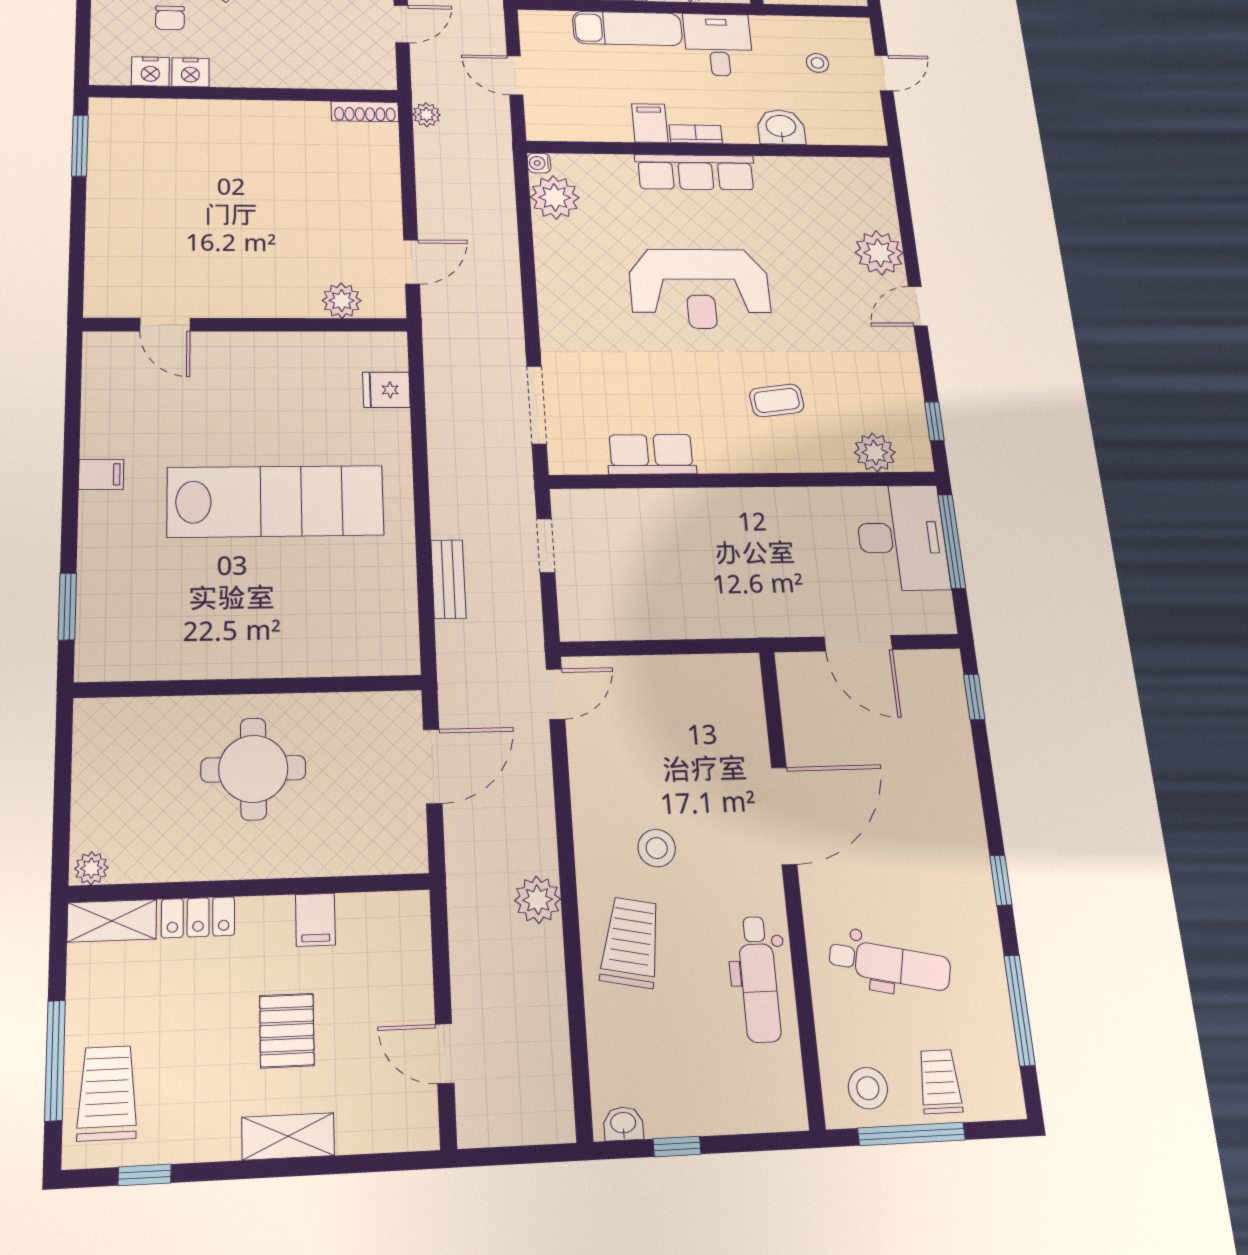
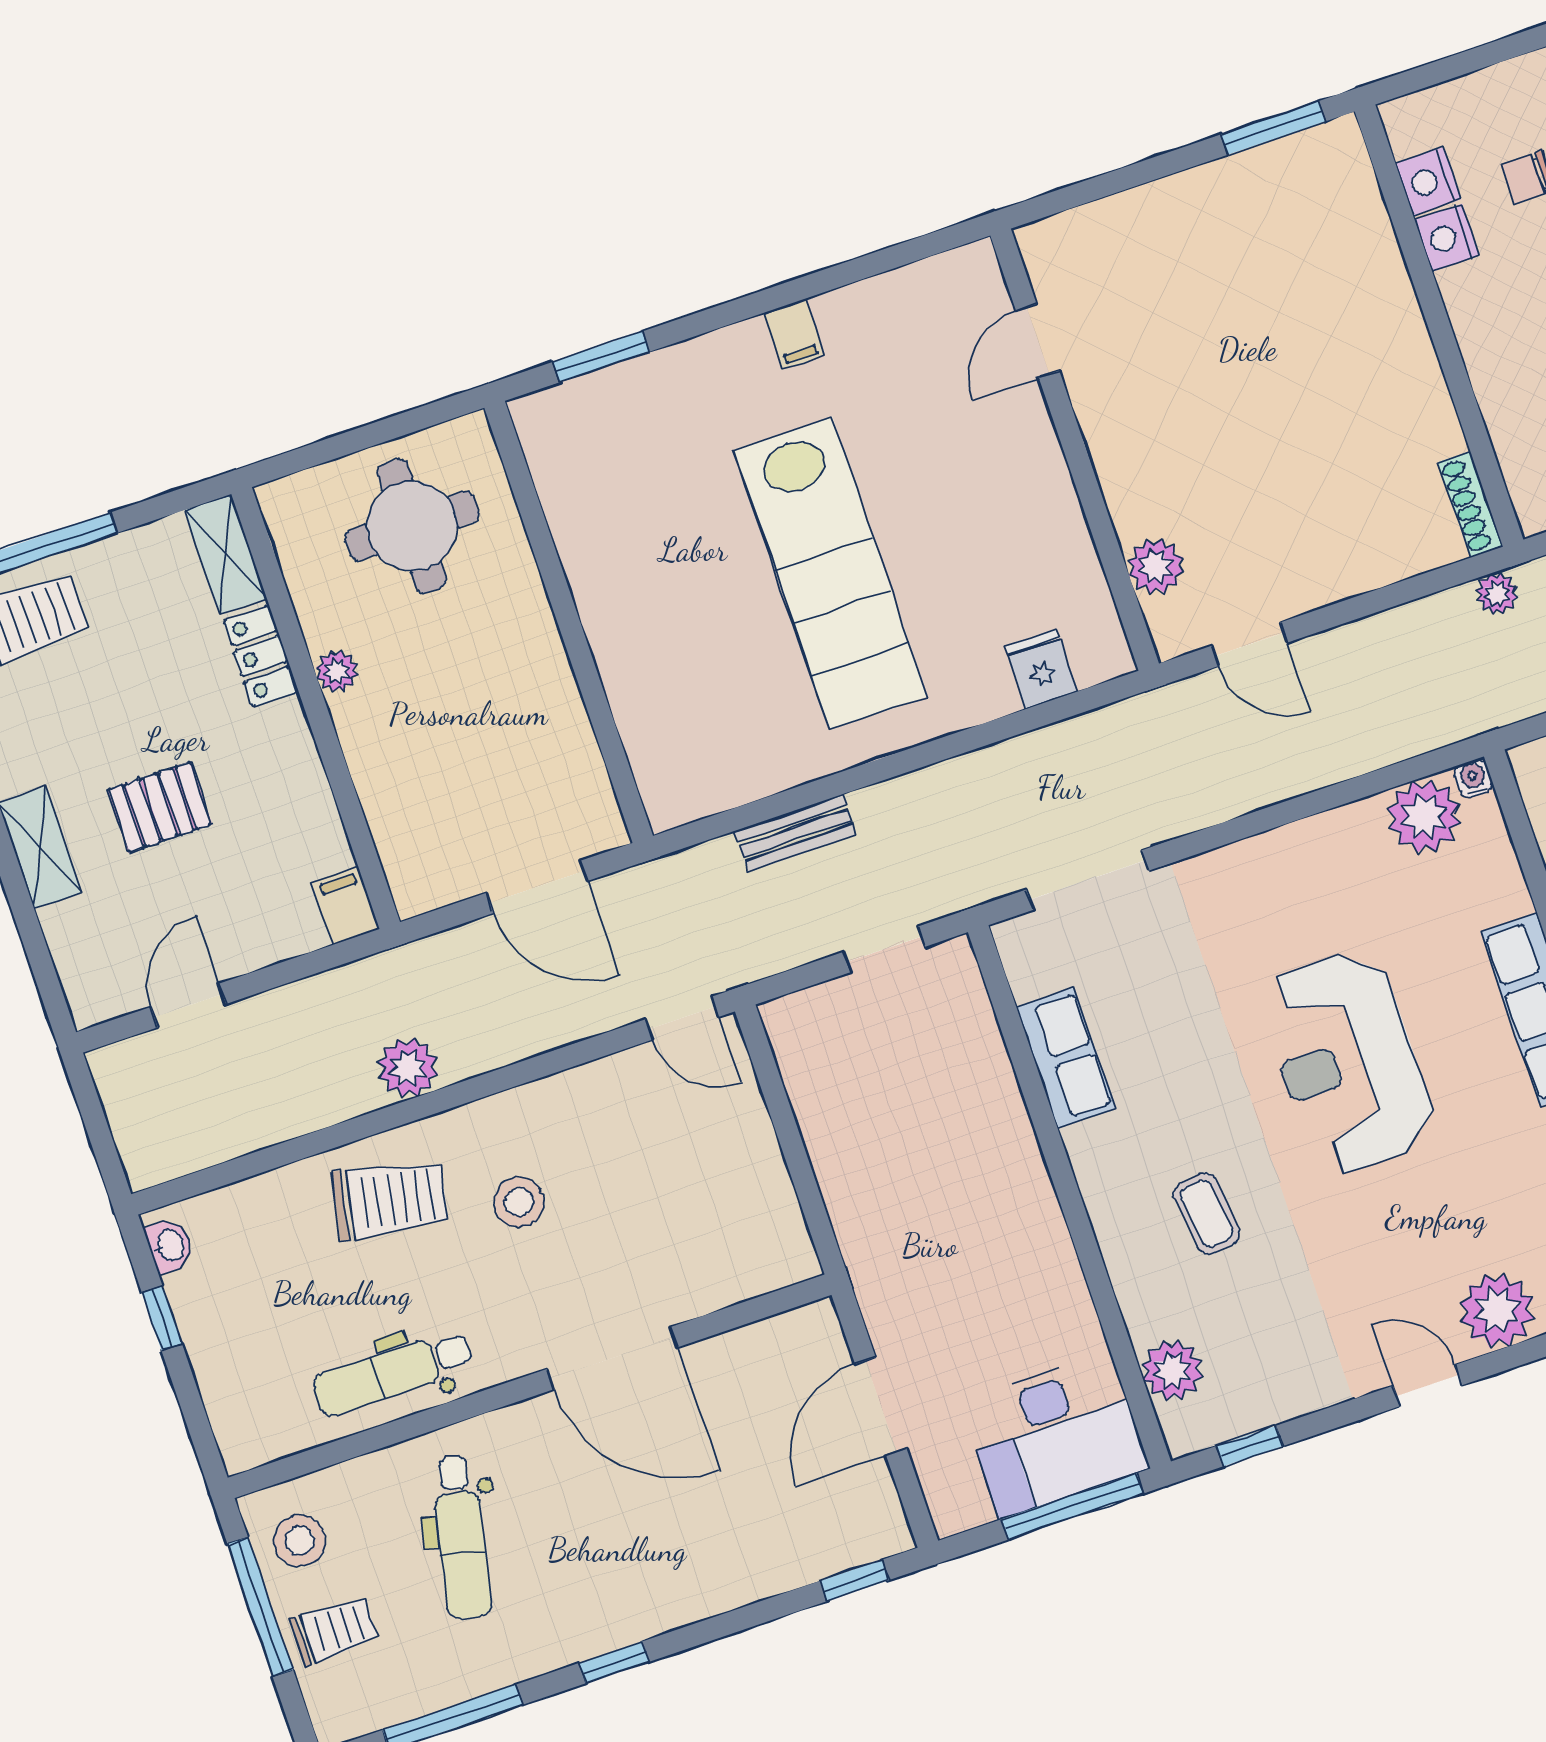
round table: (253, 769) -> (412, 526), moved
plant: (91, 868) -> (337, 671), moved
filing cabinet: (315, 920) -> (346, 906), moved, turned 90

